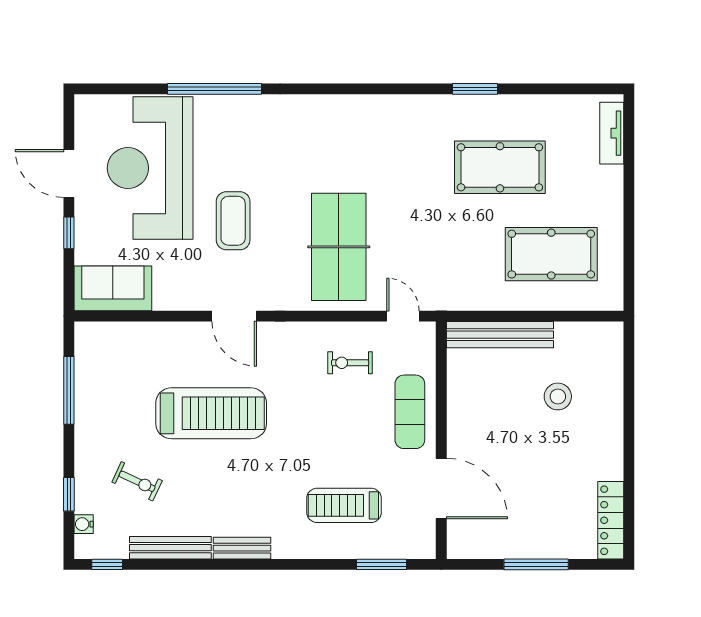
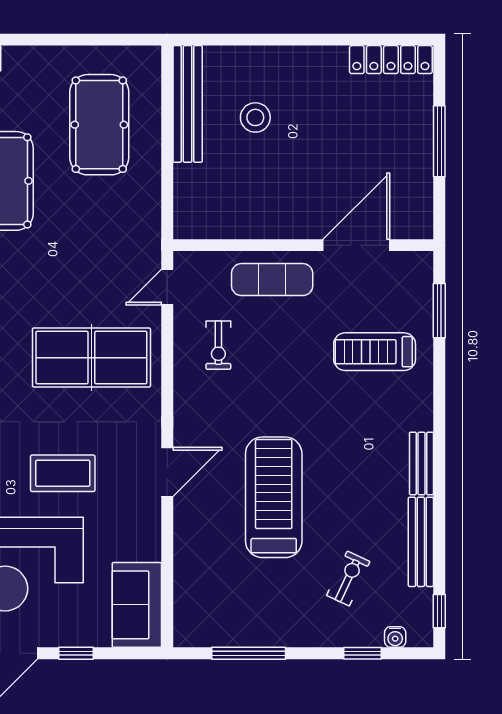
bench: (500, 335) -> (188, 104), moved
treadmill: (344, 505) -> (375, 352), turned 90

